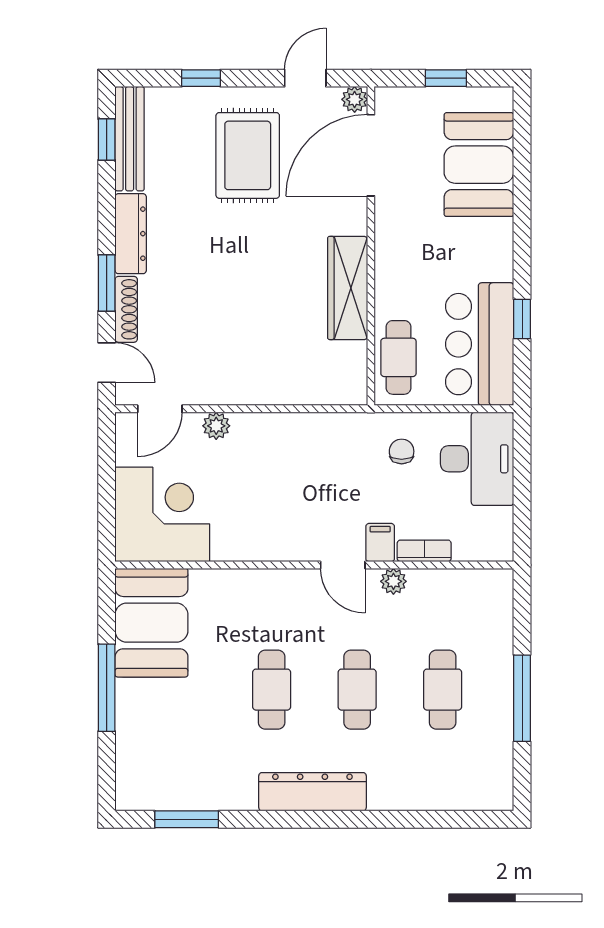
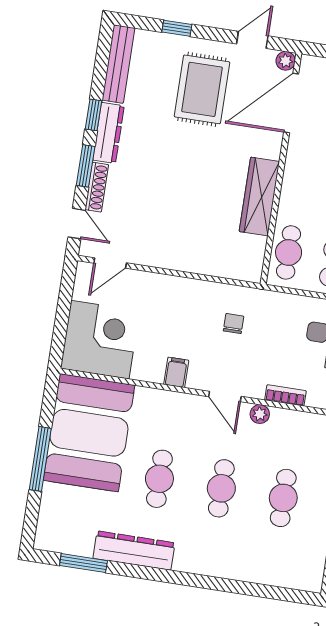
window: (107, 139) -> (94, 115), moved
plant: (216, 426) -> (149, 282), removed
chair: (402, 451) -> (233, 324), moved
filing cabinet: (380, 543) -> (176, 372), moved
booth: (151, 623) -> (89, 433), width x1.36, depth x1.42
dresser: (312, 792) -> (134, 551), moved

